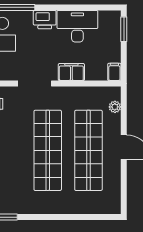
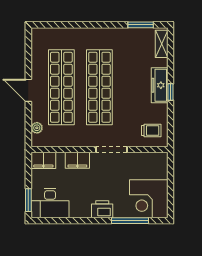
desk: (77, 26) -> (50, 203), moved
filing cabinet: (114, 72) -> (43, 160), width x2.00

